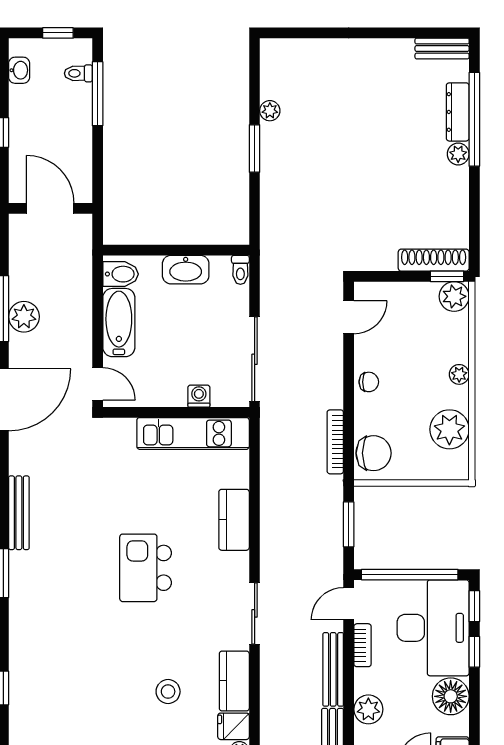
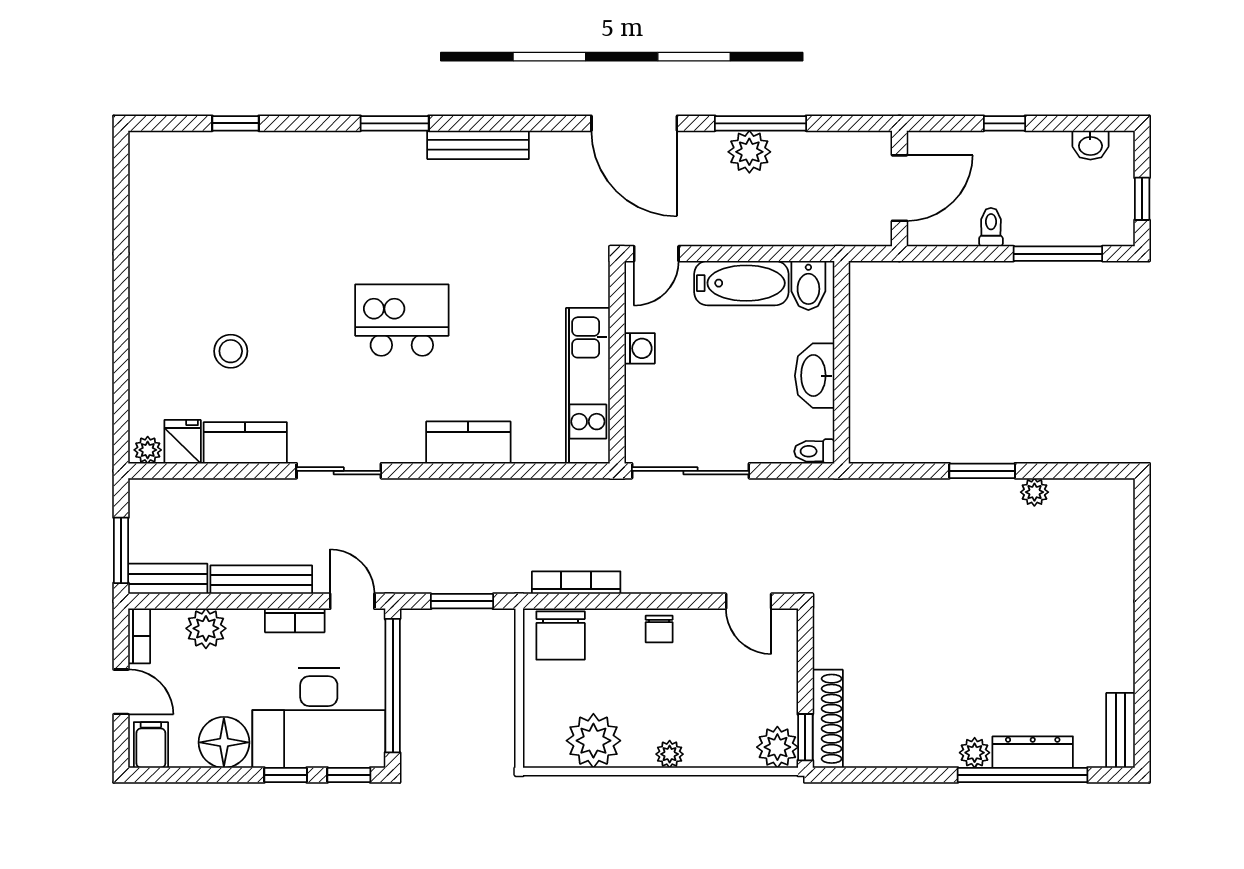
toilet: (78, 73) -> (991, 227), moved
washing machine: (199, 396) -> (640, 348), moved

